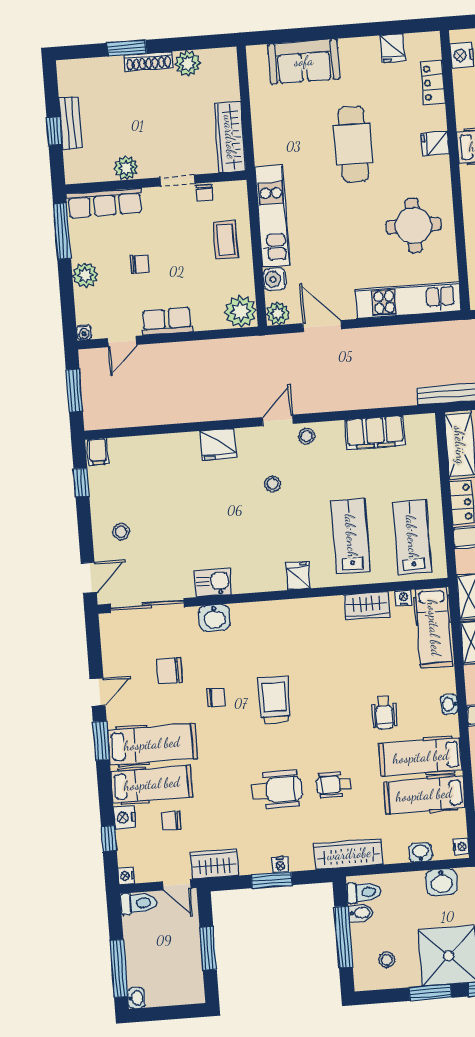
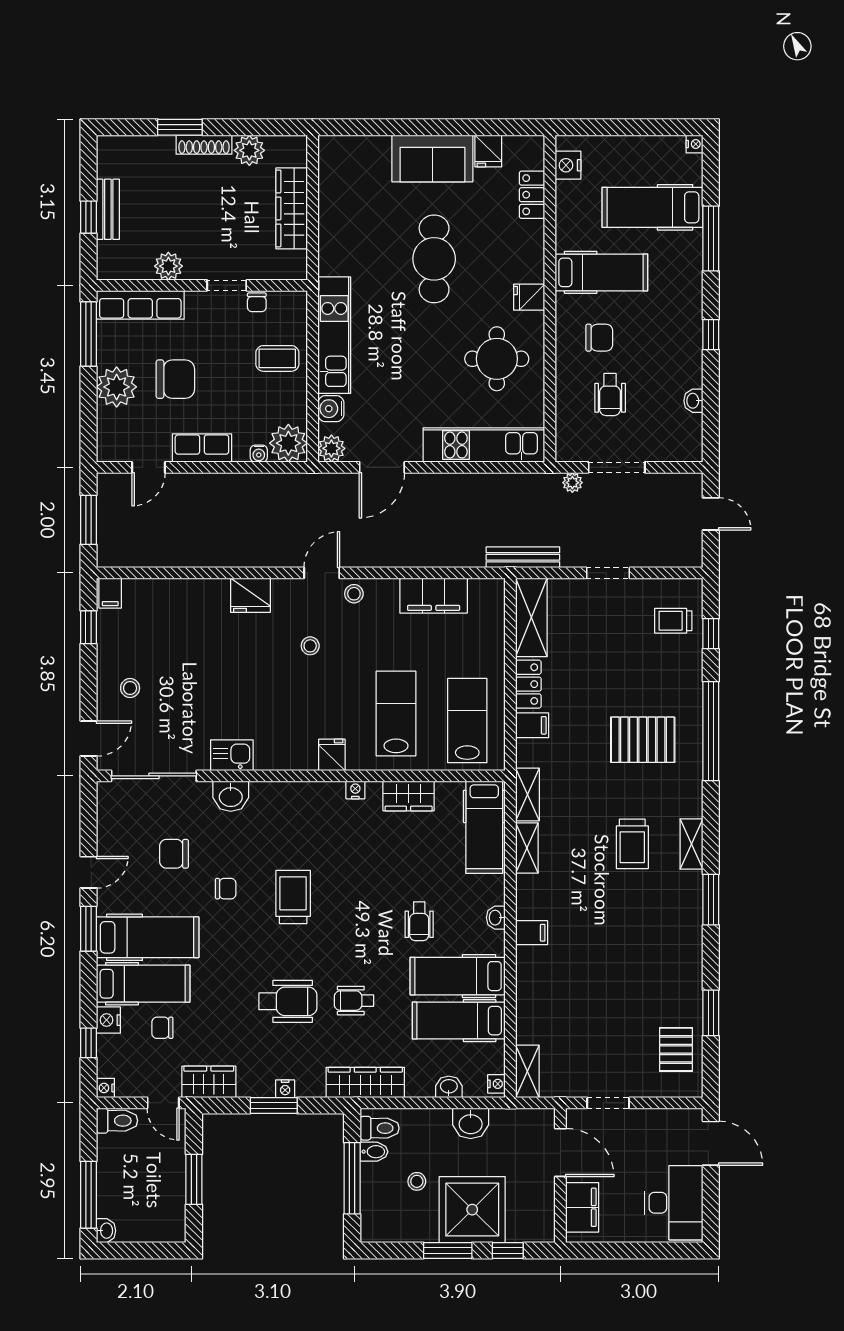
sofa: (304, 61) -> (432, 159), moved
wardrobe: (230, 137) -> (292, 208), moved
fridge: (435, 143) -> (529, 297), moved
coffee table: (225, 240) -> (277, 358), turned 90
chair: (140, 264) -> (175, 379), width x1.87, depth x1.87
plant: (85, 275) -> (117, 387), width x1.36, depth x1.36
door: (322, 326) -> (382, 467), swing flipped
water cooler: (84, 333) -> (259, 454), moved
nightstand: (403, 598) -> (355, 790), moved
stool: (387, 960) -> (417, 1181), moved

